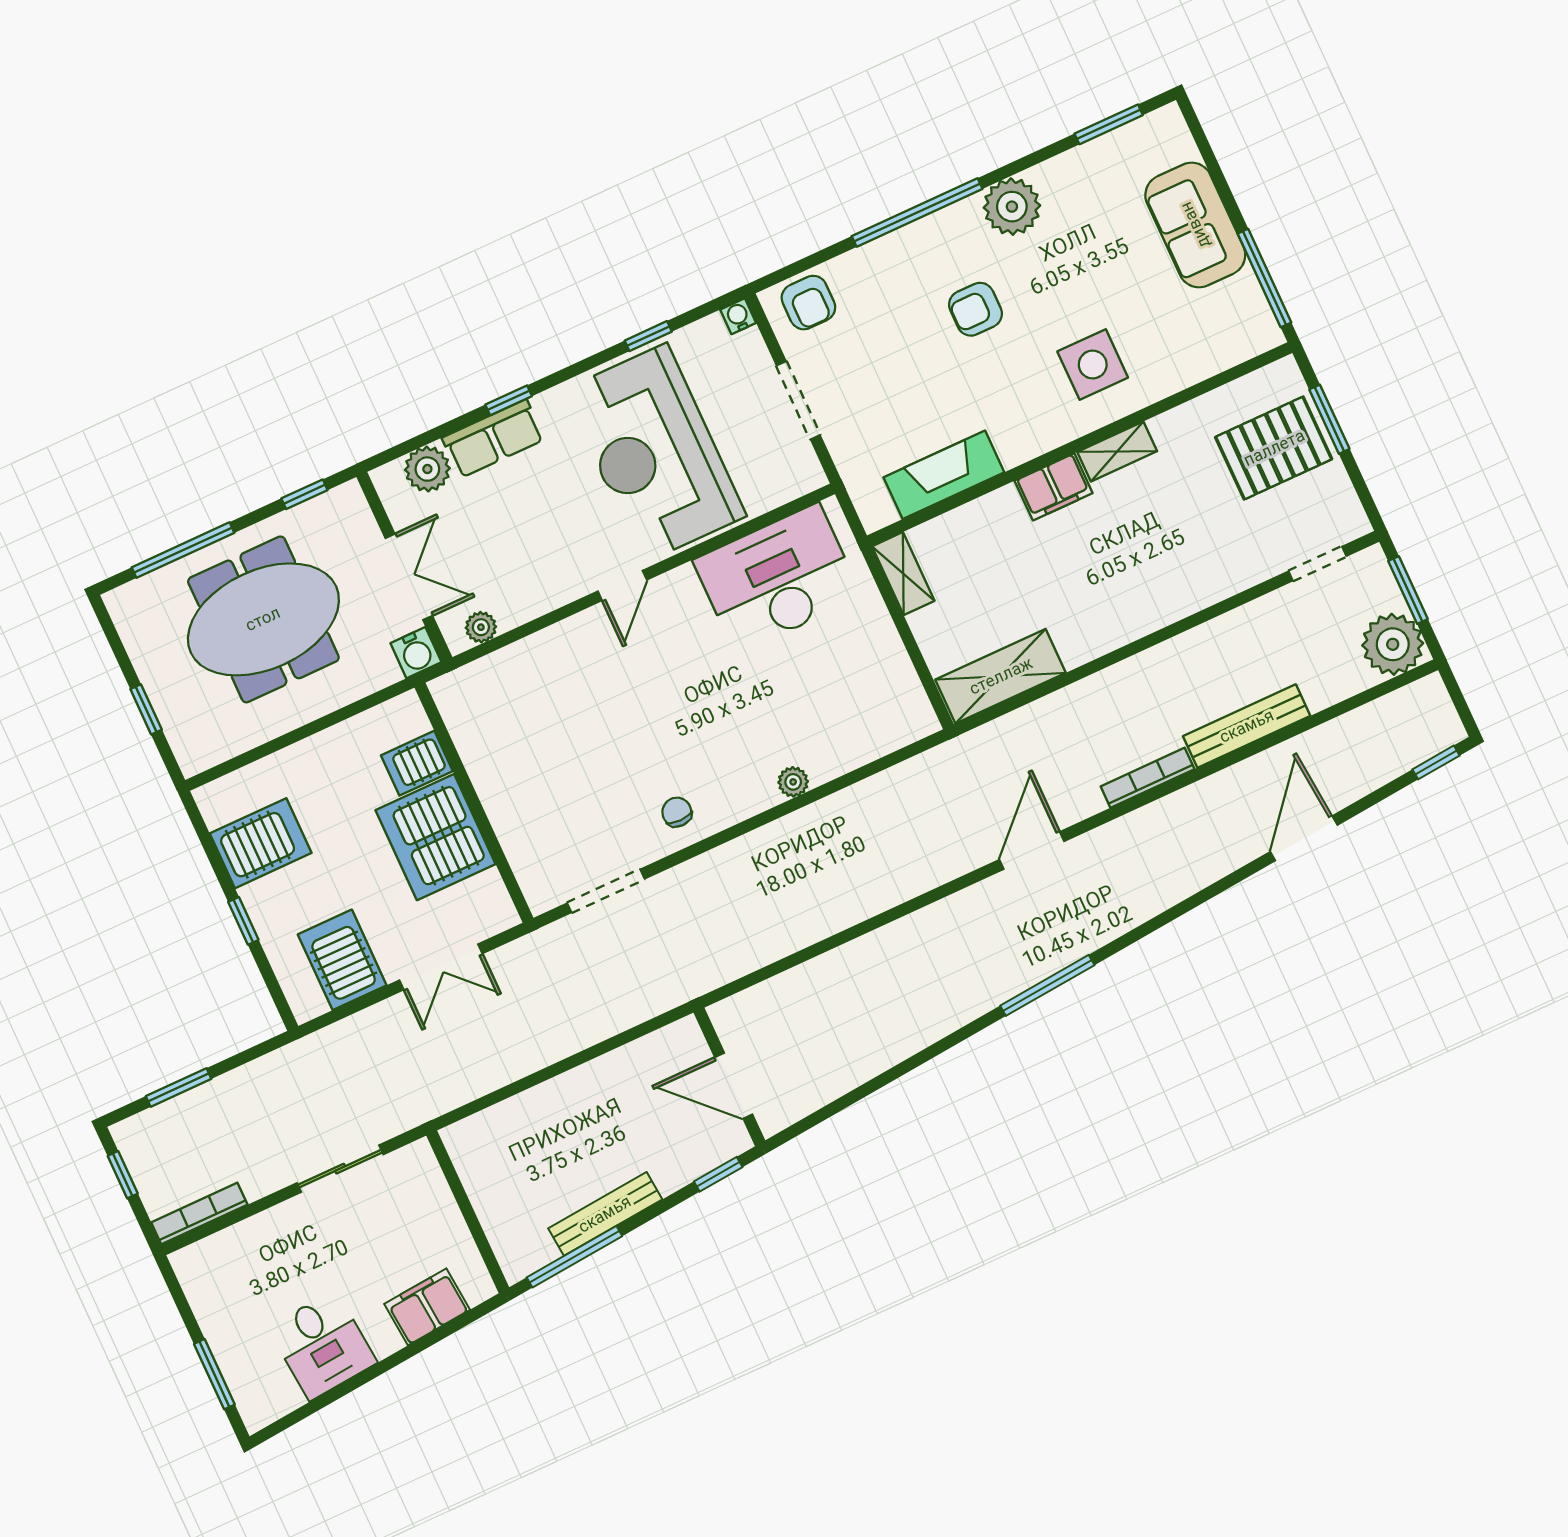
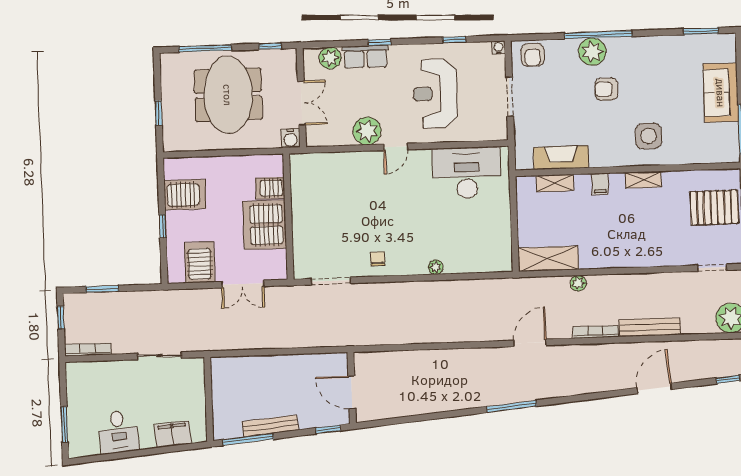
plant: (1012, 207) -> (592, 52), moved
reception desk: (655, 453) -> (435, 94), width x0.74, depth x0.77
filing cabinet: (1054, 487) -> (600, 184), width x0.50
shelving: (903, 574) -> (555, 183), moved, turned 90
meeting table: (263, 619) -> (228, 95), turned 90
plant: (481, 627) -> (367, 131), moved, width x1.88, depth x1.88
plant: (1076, 699) -> (578, 283), added

